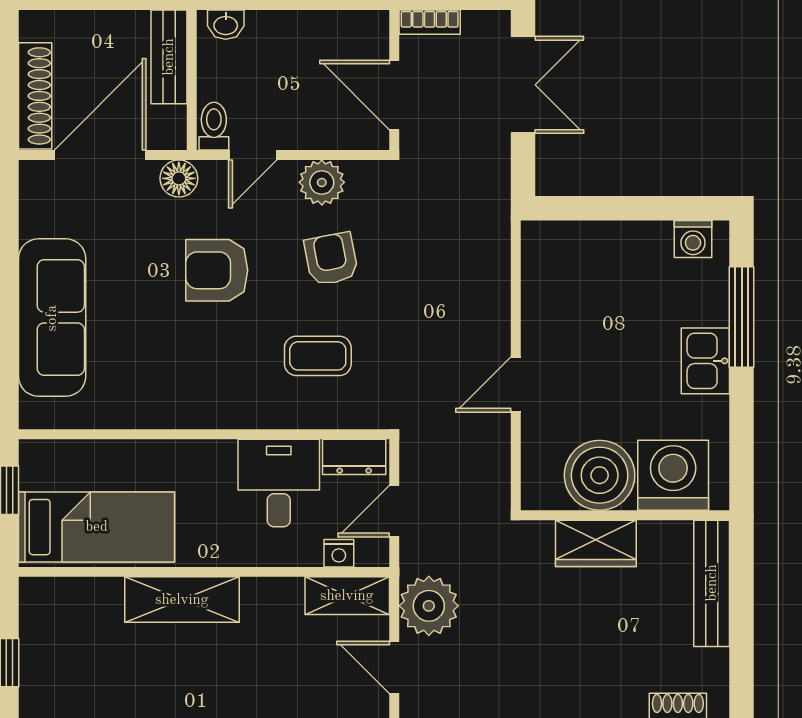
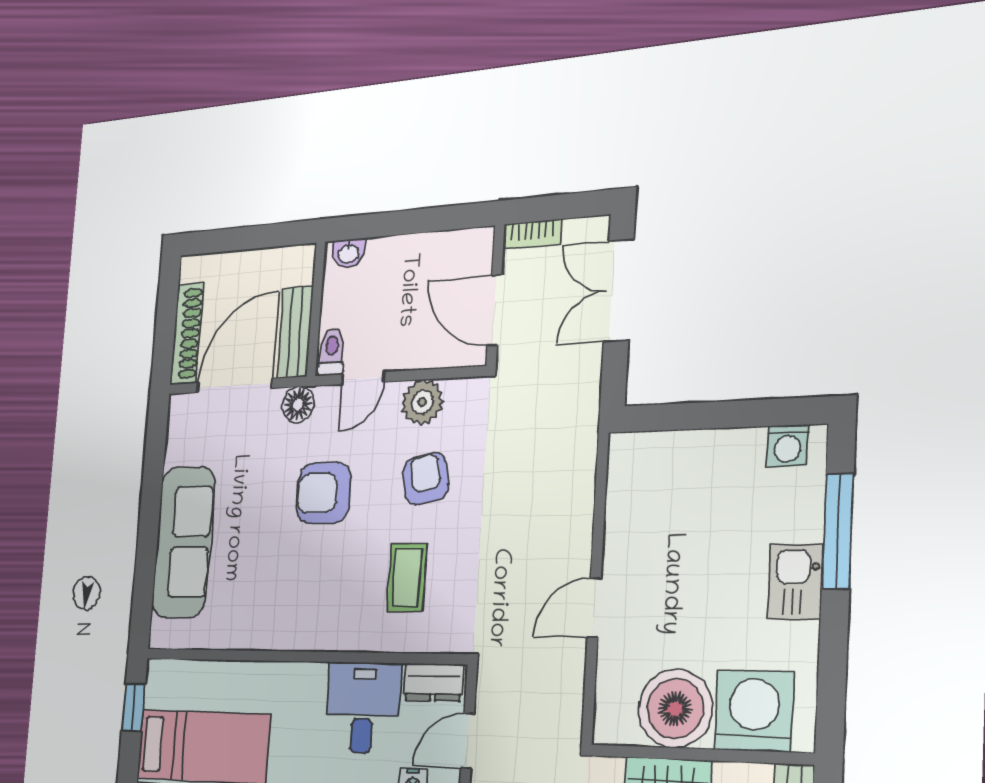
bench: (169, 57) -> (295, 333), moved
double door: (523, 85) -> (619, 290), swing flipped
coffee table: (318, 356) -> (407, 578), turned 90

